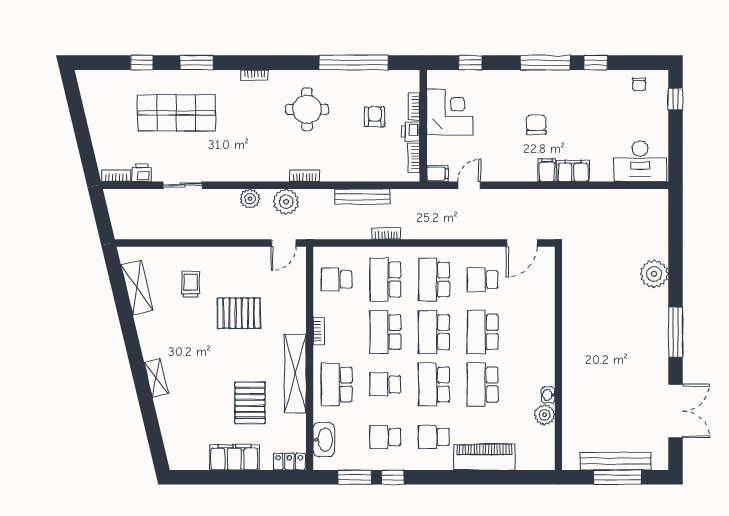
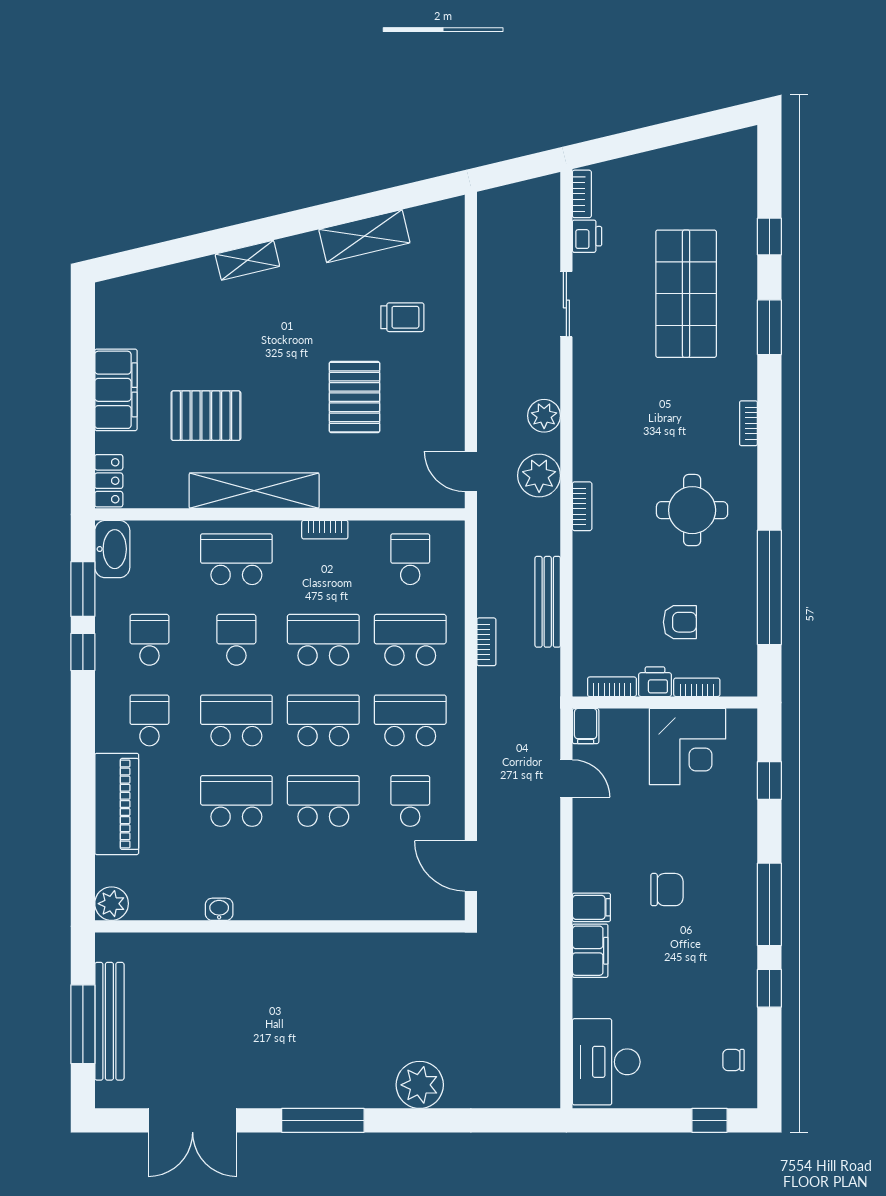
shelving: (137, 288) -> (364, 236), moved
plant: (545, 415) -> (112, 904), moved
washbasin: (324, 440) -> (112, 549), moved, turned -90

